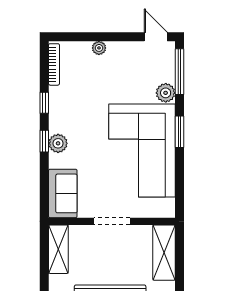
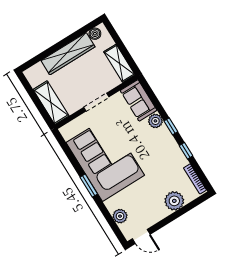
plant: (99, 48) -> (174, 201), width x1.88, depth x1.88
window: (179, 72) -> (112, 224), removed
plant: (166, 93) -> (120, 216), moved
plant: (58, 143) -> (155, 121), moved

